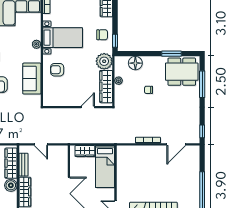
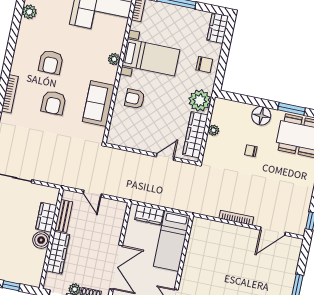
window: (115, 41) -> (220, 76), removed
floor lamp: (135, 63) -> (261, 116), moved
wardrobe: (11, 163) -> (46, 217), width x0.67

